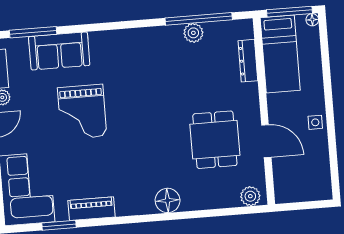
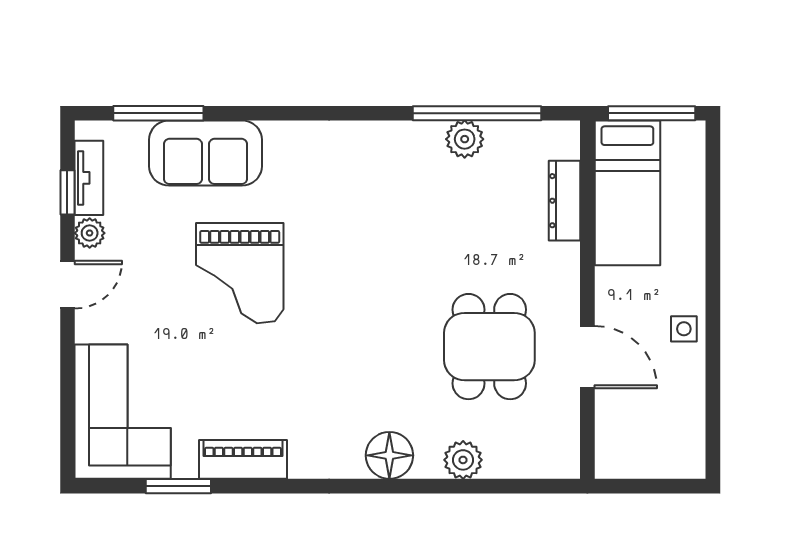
floor lamp: (312, 20) -> (694, 132), removed
plant: (250, 196) -> (463, 460), moved

